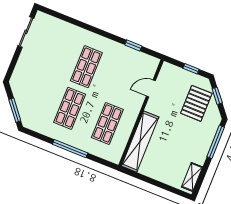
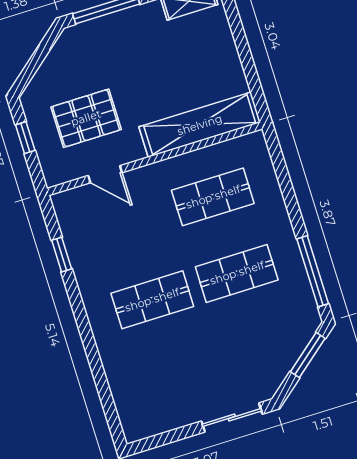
sliding door: (26, 32) -> (232, 418), moved
window: (217, 96) -> (34, 64), removed
pallet: (196, 103) -> (86, 118), moved
window: (70, 149) -> (313, 271), moved

